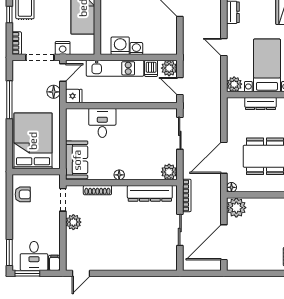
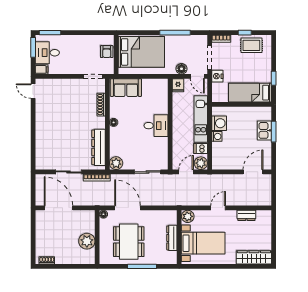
desk: (102, 123) -> (156, 126), moved
armchair: (23, 194) -> (107, 52), moved
plant: (236, 208) -> (87, 241), moved
plant: (73, 222) -> (75, 85), removed

